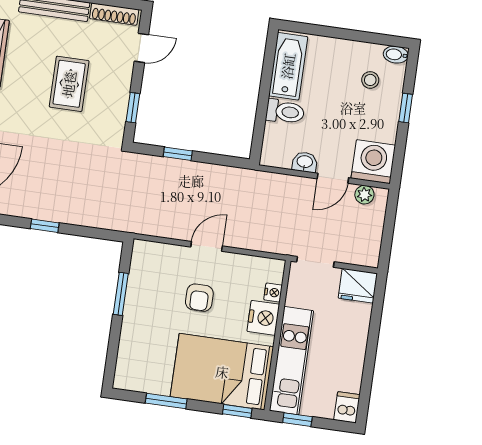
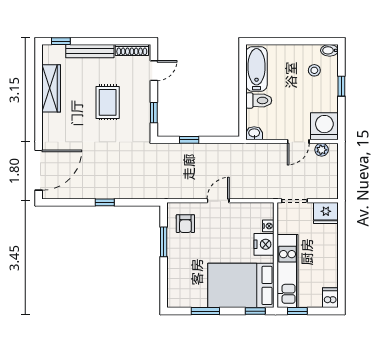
washbasin: (305, 162) -> (254, 133), moved
armchair: (199, 298) -> (185, 224), moved

